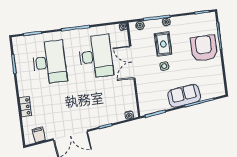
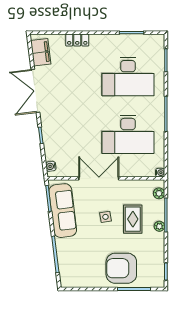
rug: (163, 44) -> (133, 219), turned 90
armchair: (204, 48) -> (121, 268), turned 180
double door: (132, 62) -> (99, 178), moved
sofa: (184, 96) -> (63, 211), moved, width x1.36
filing cabinet: (39, 135) -> (41, 52), width x2.00

